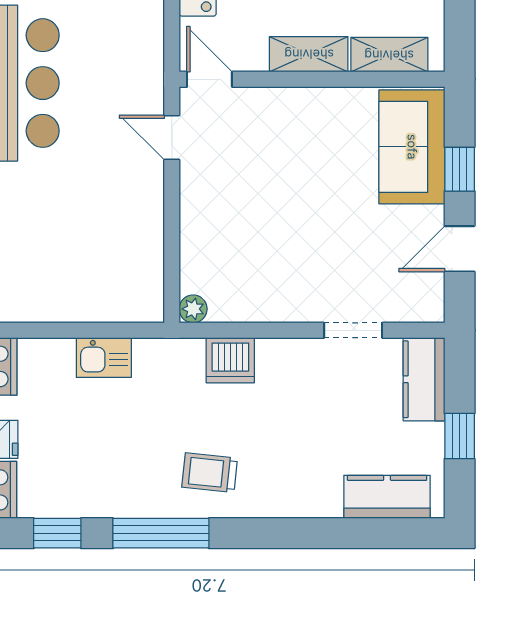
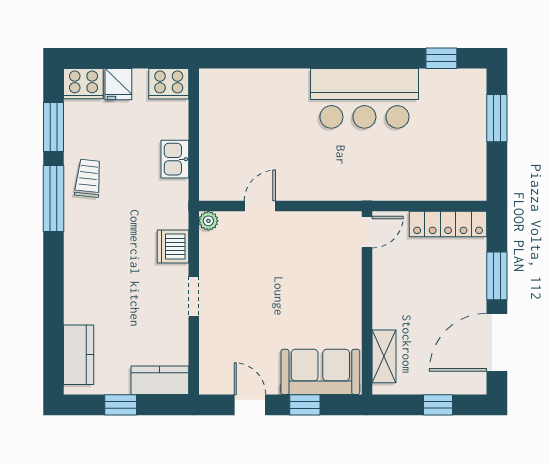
shelving: (309, 54) -> (384, 301), removed
door: (172, 137) -> (260, 206), moved
doorway: (353, 330) -> (194, 296), moved
trolley: (210, 473) -> (88, 178), moved
window: (57, 533) -> (54, 127), width x1.50

